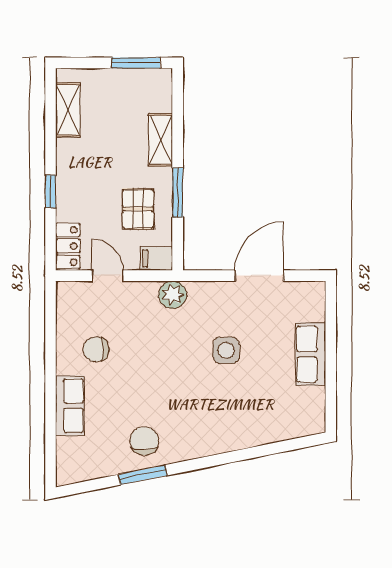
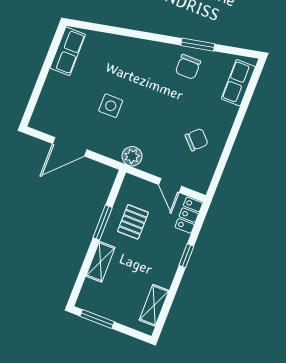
filing cabinet: (156, 258) -> (133, 184), removed
chair: (96, 349) -> (197, 140), turned -44
row of seats: (311, 354) -> (68, 51), moved
row of seats: (70, 406) -> (238, 83), moved

